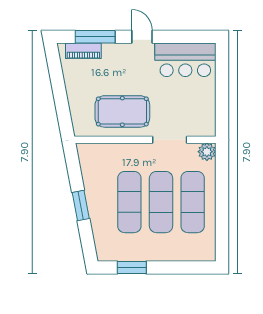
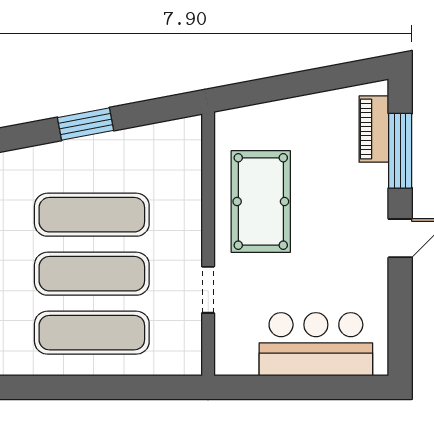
bar counter: (185, 60) -> (316, 344), moved, turned 90
doorway: (170, 140) -> (208, 290), width x0.73
plant: (207, 152) -> (186, 359), removed

